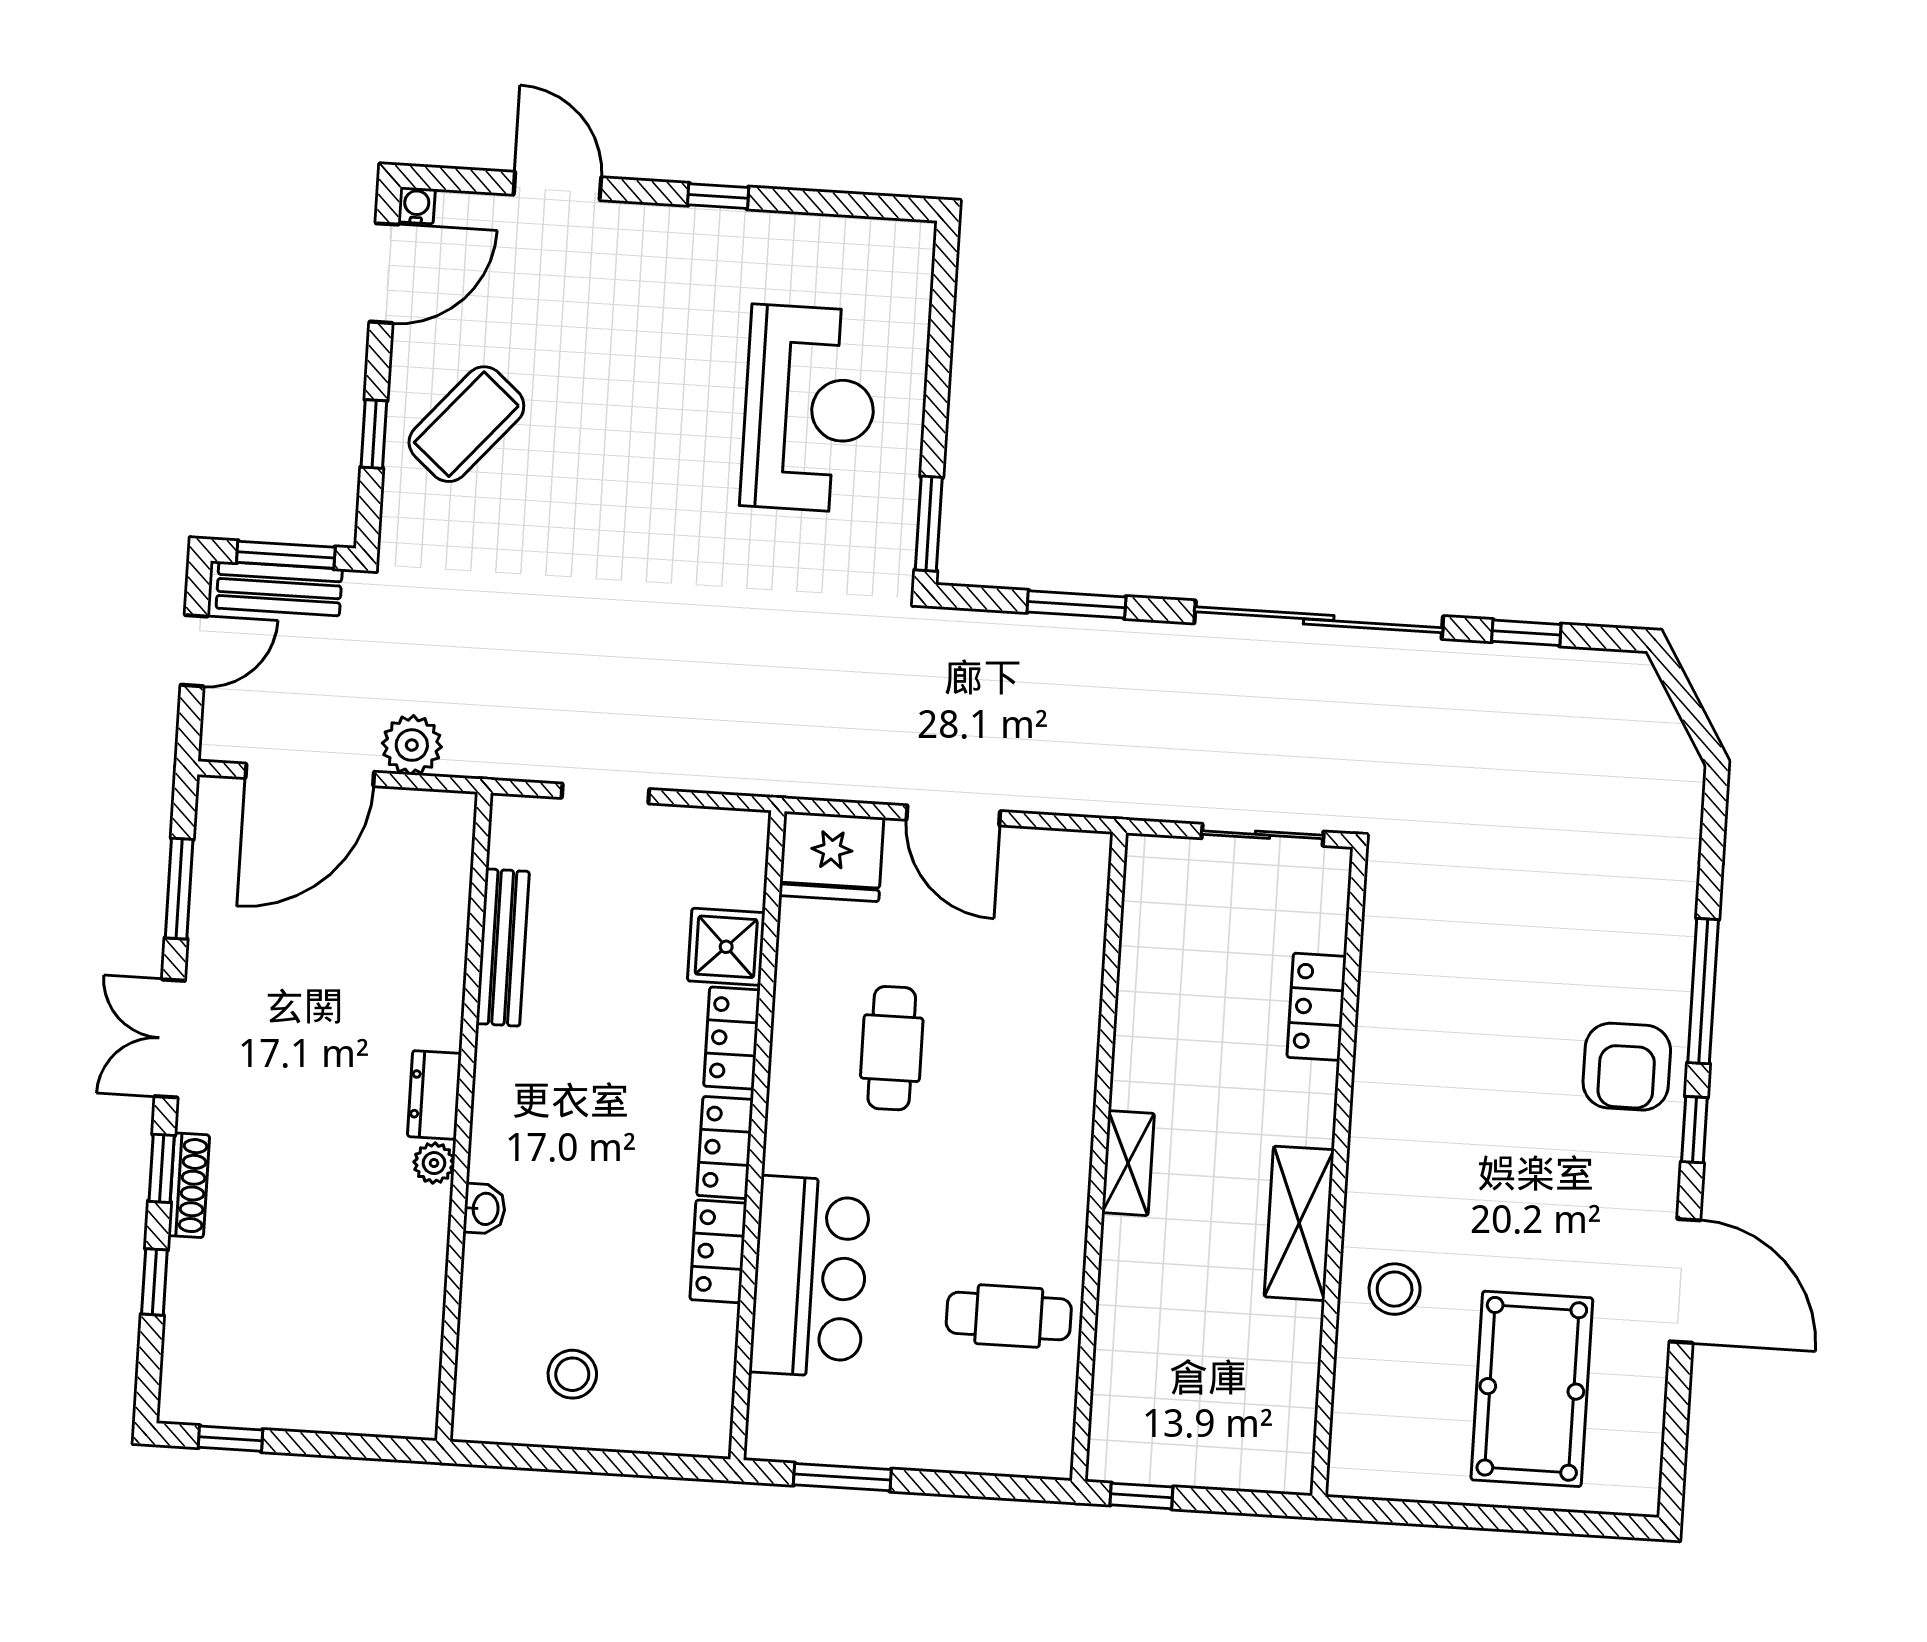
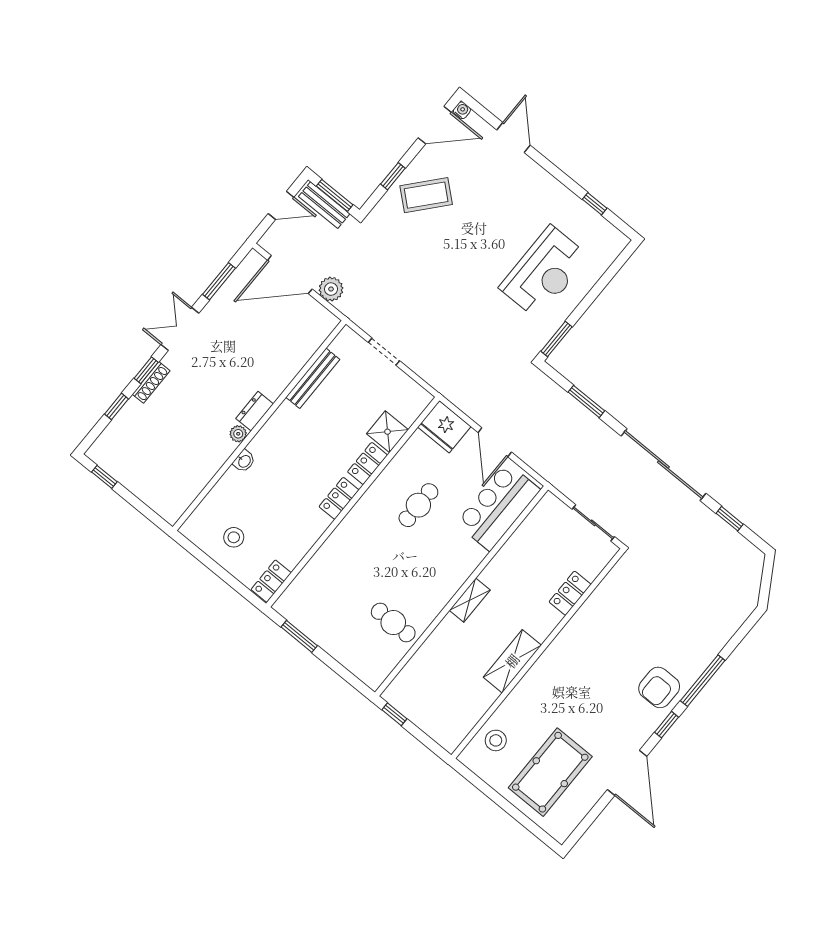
window: (718, 196) -> (595, 204), moved
locker: (718, 1251) -> (271, 581), moved
bar counter: (810, 1277) -> (498, 507), moved, turned 180
stool: (1395, 1289) -> (496, 740), moved

